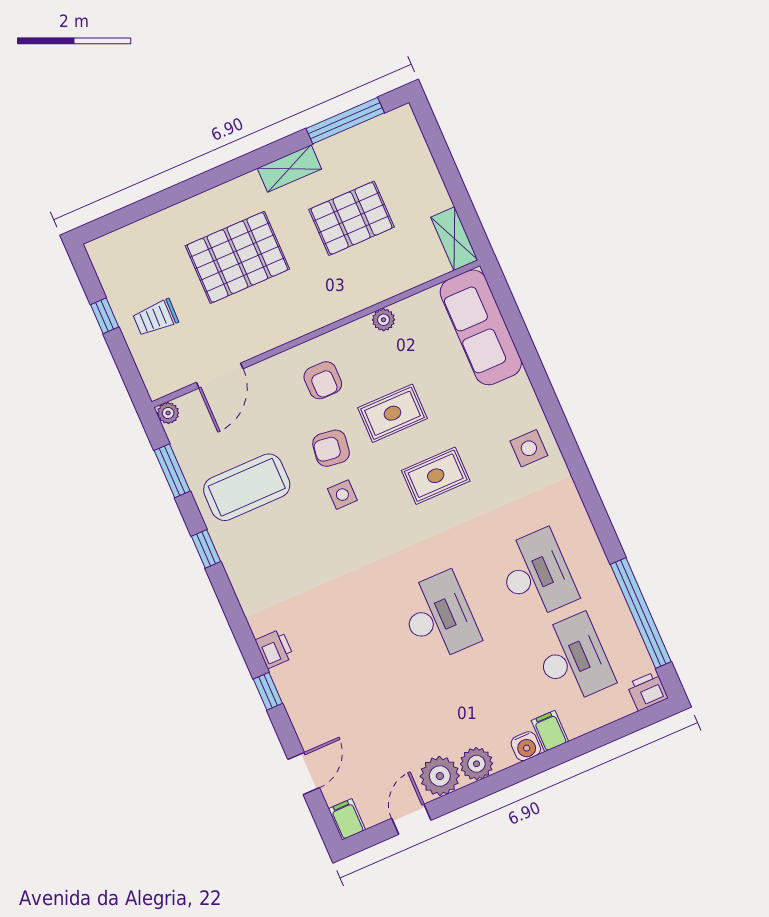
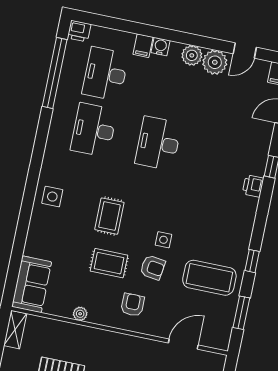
sofa: (481, 327) -> (32, 284), width x0.73
plant: (168, 413) -> (223, 344), removed
rug: (436, 476) -> (109, 216), turned 90

